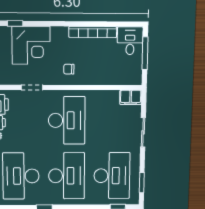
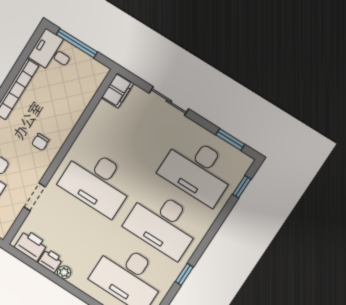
desk: (67, 120) -> (97, 182), turned 180
desk: (67, 176) -> (163, 224), turned 180
desk: (112, 176) -> (198, 170), turned 180

